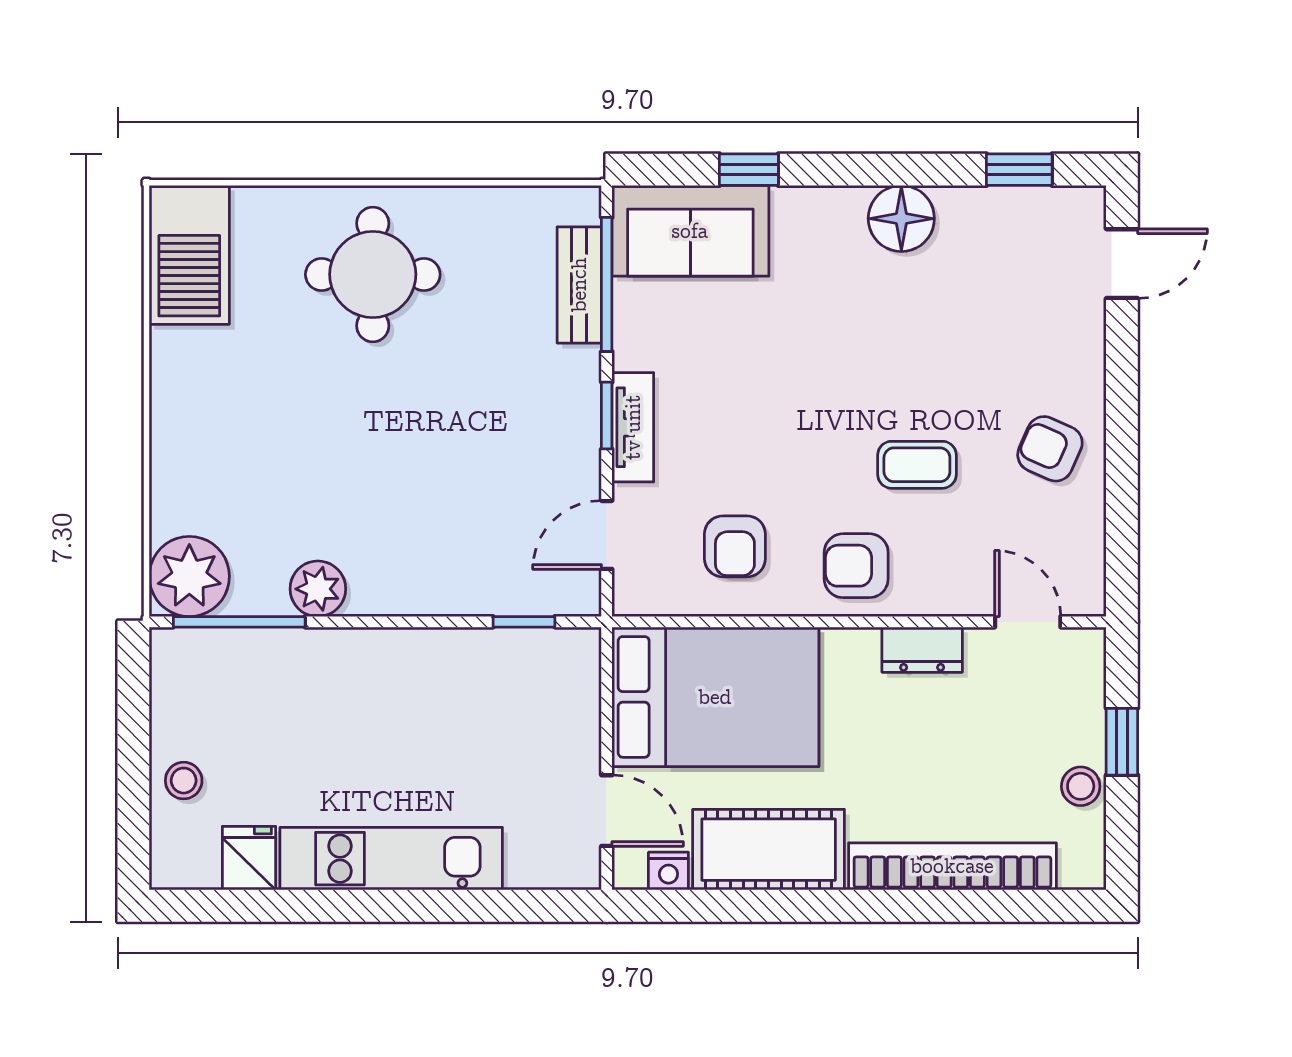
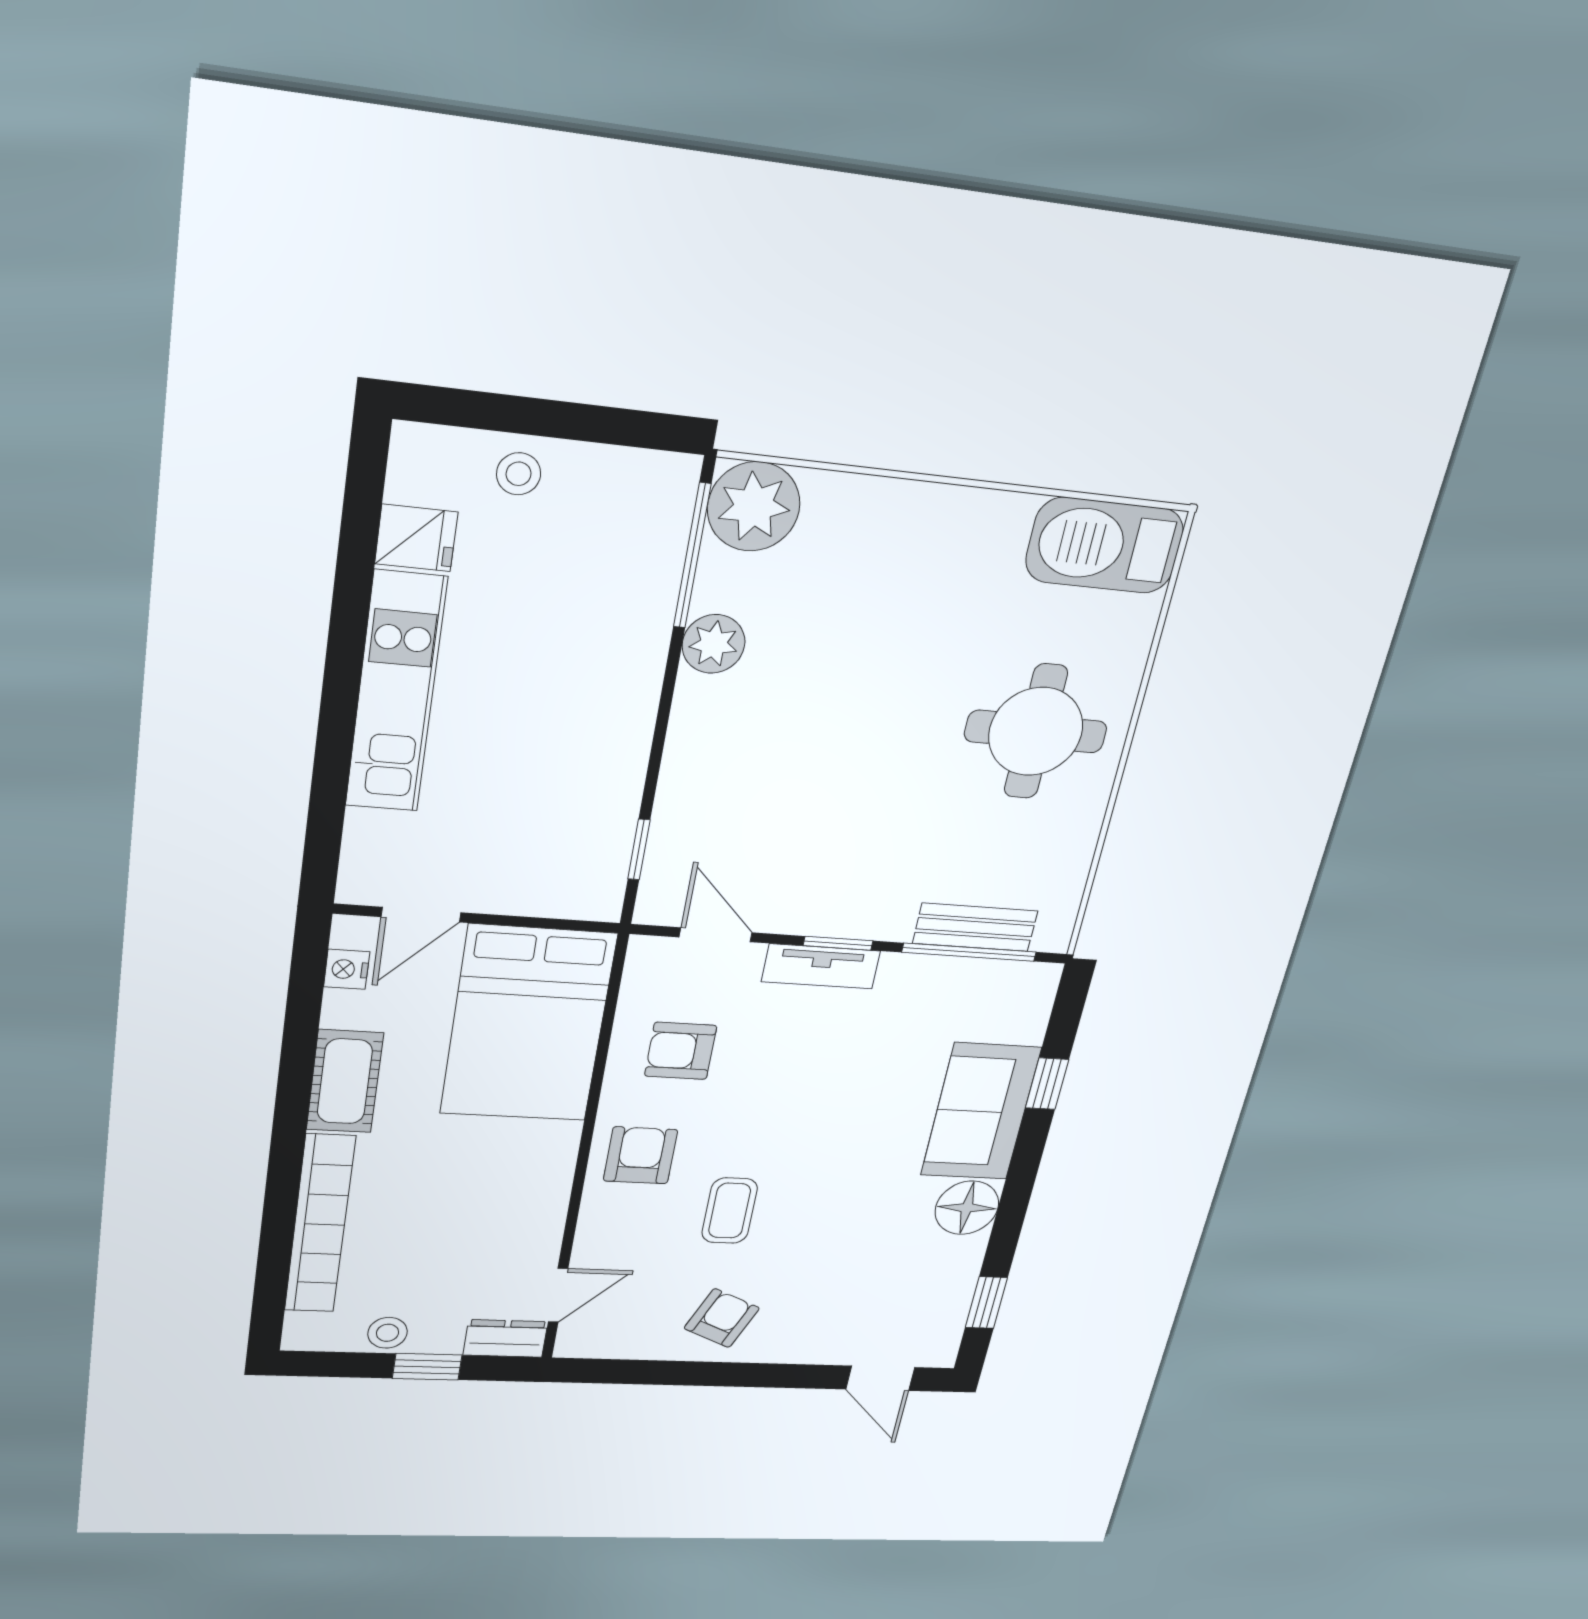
sofa: (690, 231) -> (981, 1112), moved
dresser: (922, 650) -> (505, 1338), moved, turned 90
cot: (769, 850) -> (345, 1081), width x0.73, depth x0.75

